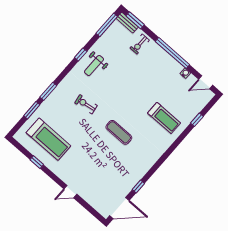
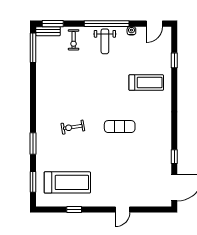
window: (81, 55) -> (33, 90), removed
weight bench: (94, 66) -> (105, 41), moved
window: (32, 110) -> (33, 182), moved

